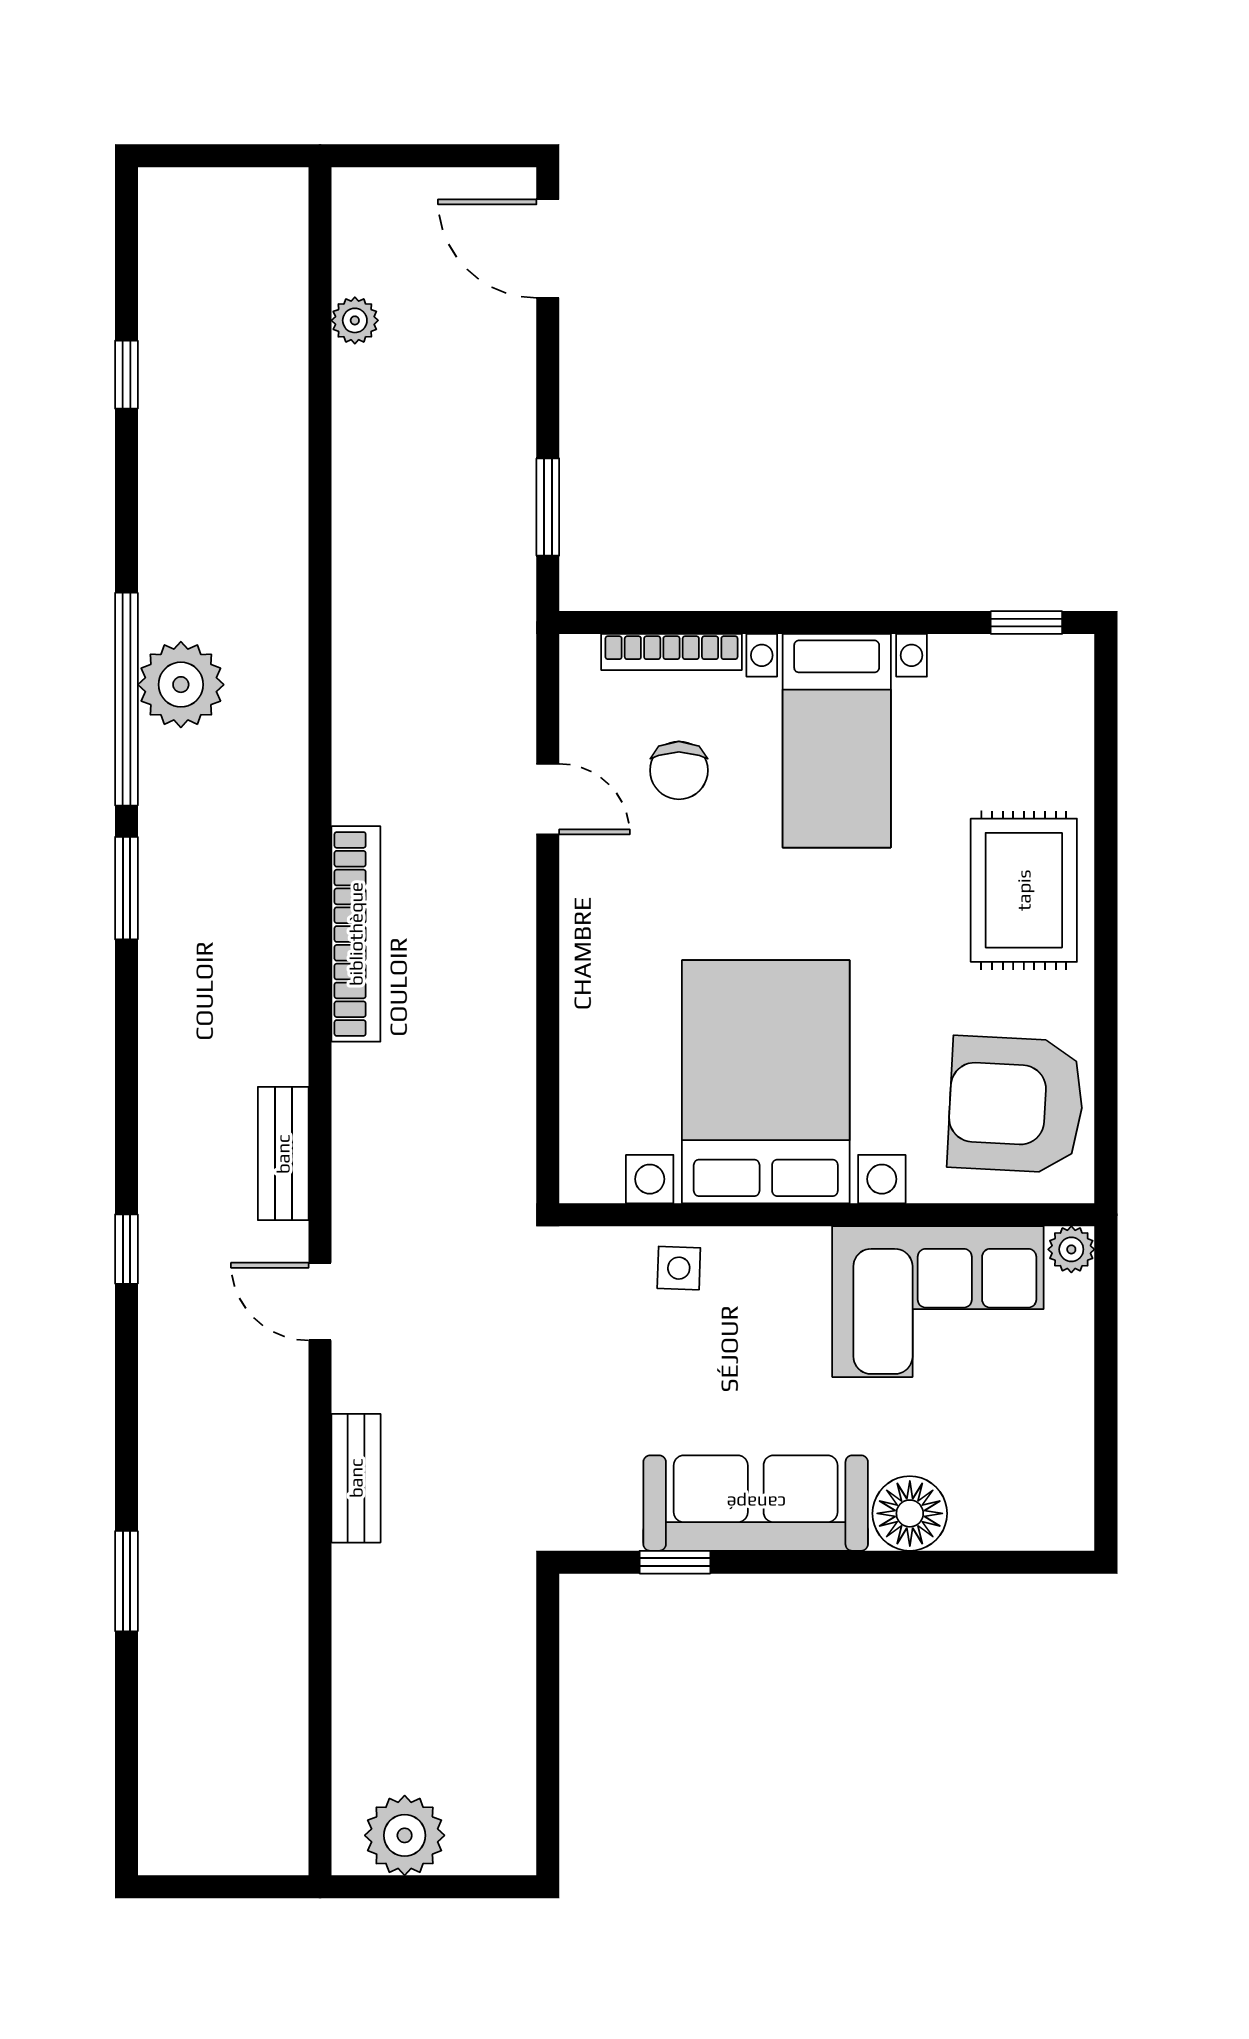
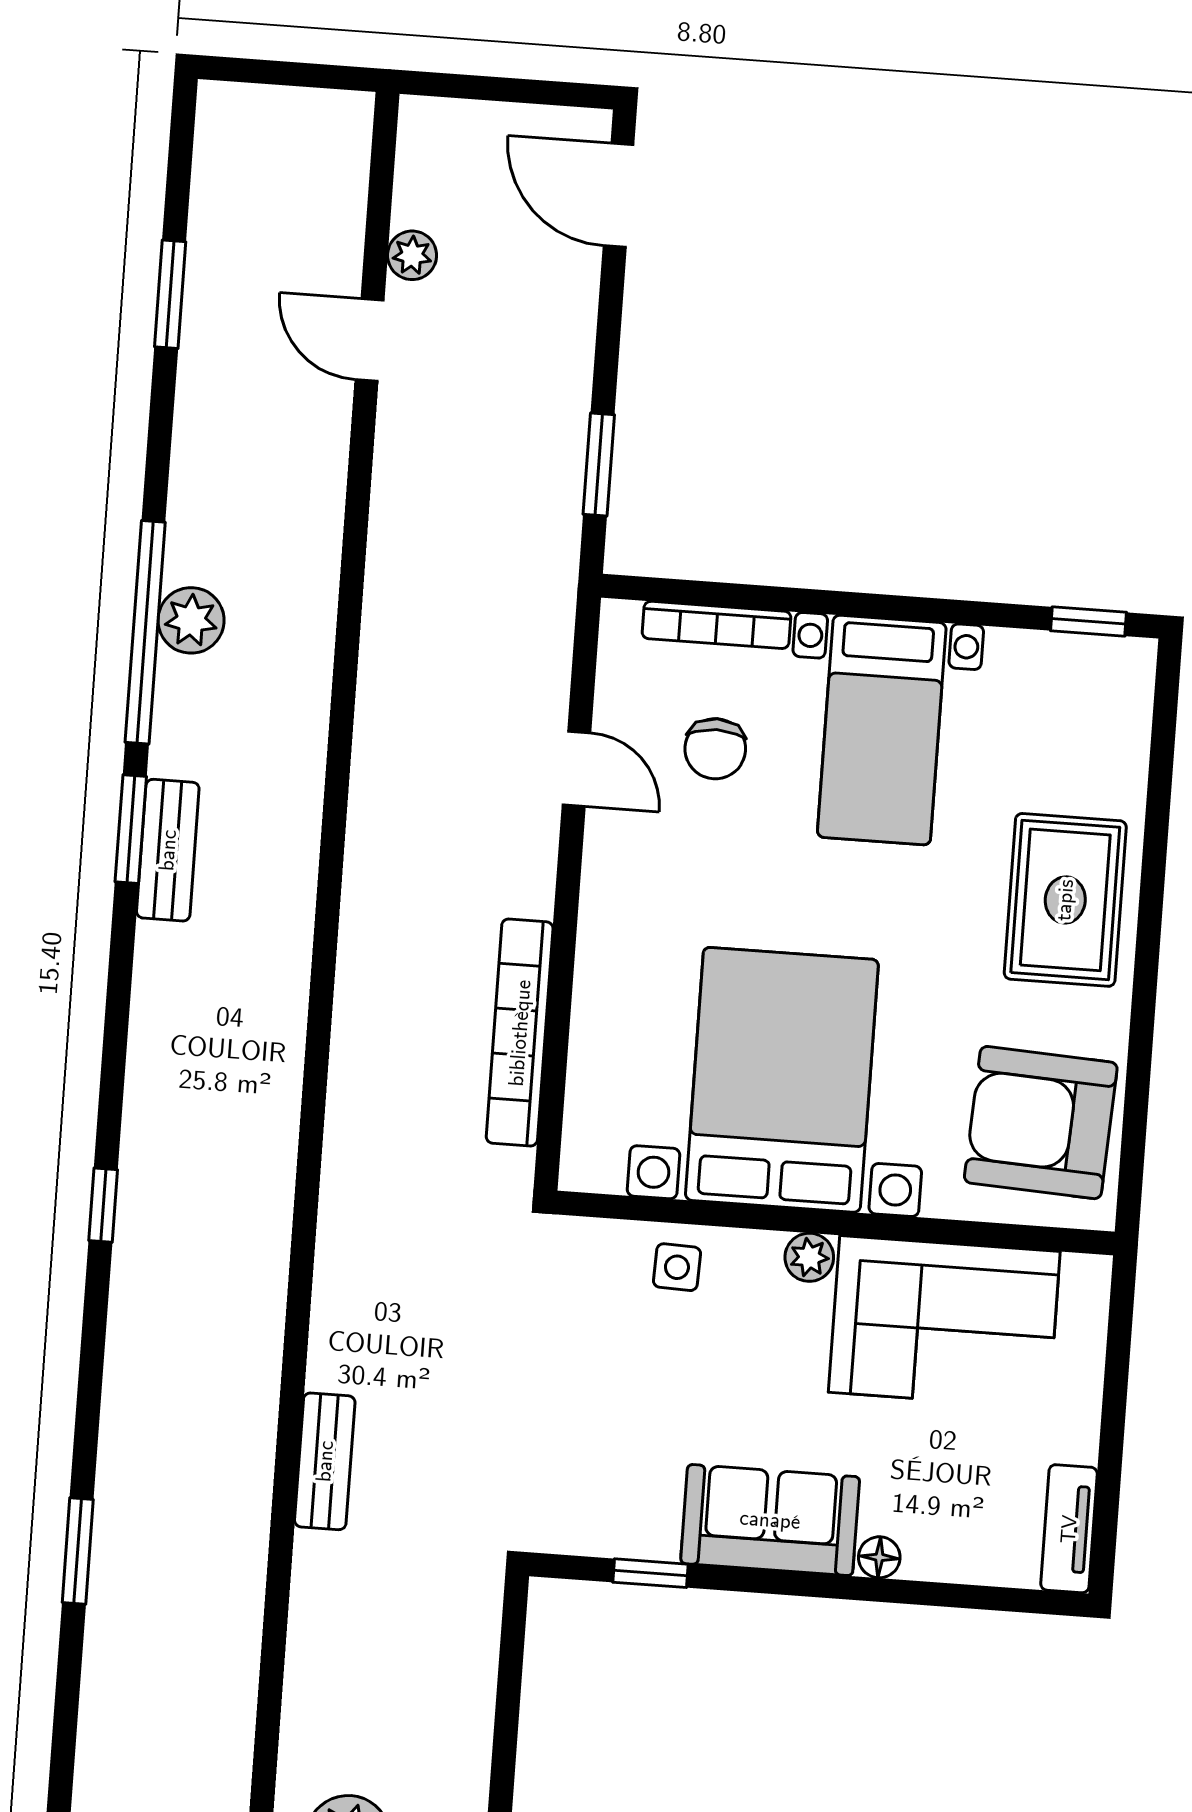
window: (126, 375) -> (170, 294), width x1.50
plant: (181, 685) -> (191, 620), width x0.73, depth x0.73
bookcase: (356, 934) -> (520, 1033), moved, turned 180
bench: (283, 1154) -> (168, 850), moved
plant: (1071, 1249) -> (809, 1257), moved
door: (320, 1302) -> (369, 340), moved
tv unit: (1071, 1490) -> (1069, 1529), added
sofa: (756, 1503) -> (770, 1520), width x0.73
floor lamp: (910, 1513) -> (879, 1557), width x0.53, depth x0.53

